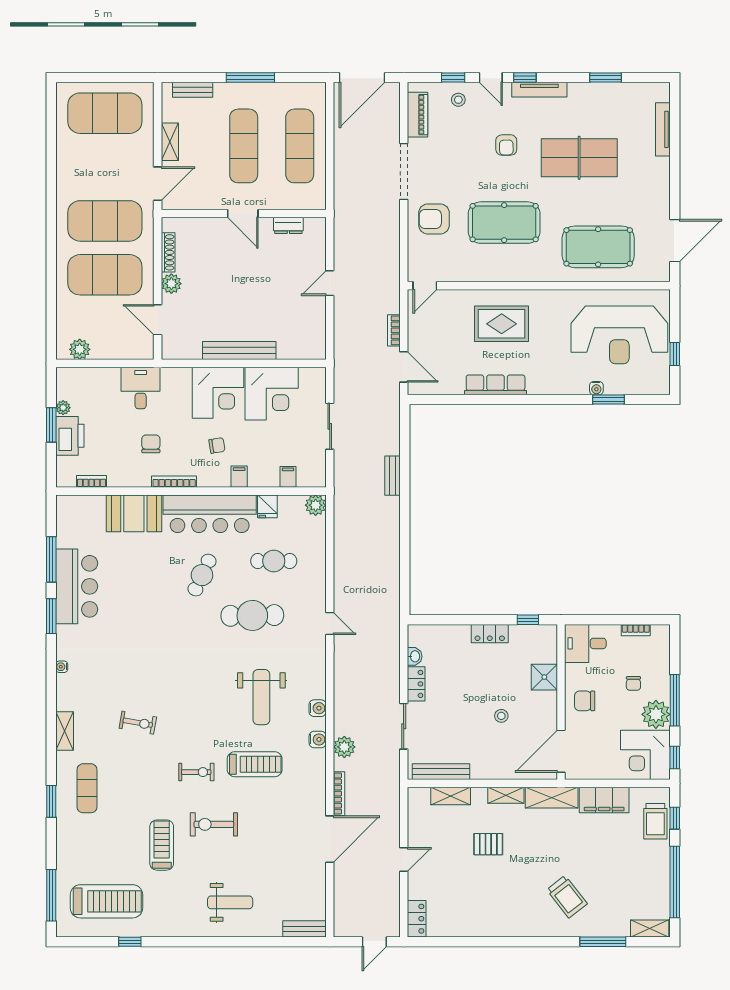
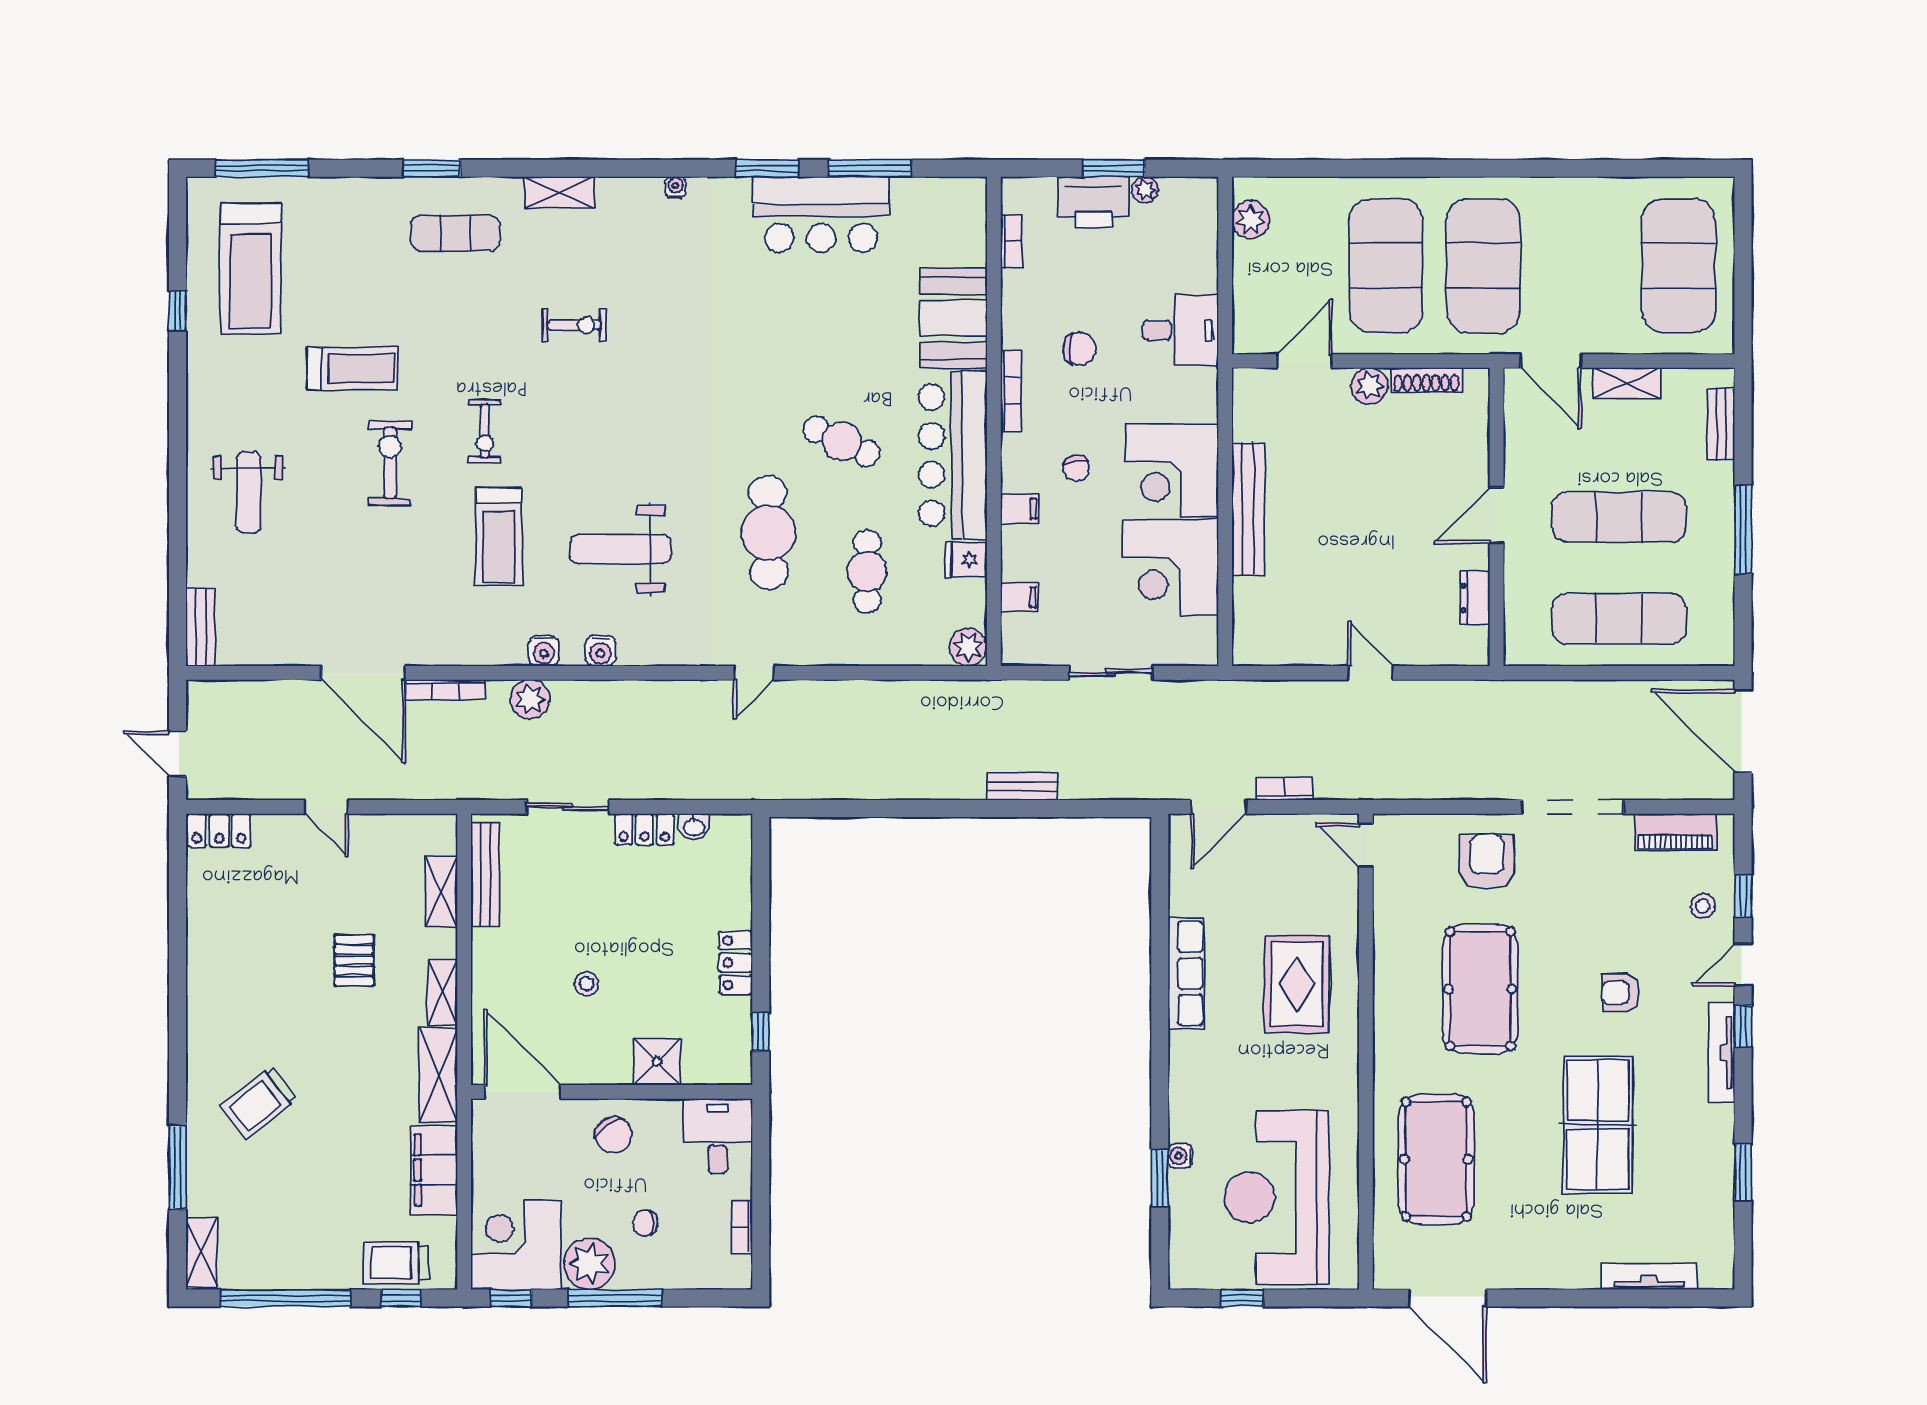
chair: (585, 701) -> (614, 1135), turned 146
exercise bike: (138, 723) -> (574, 325), turned -100

